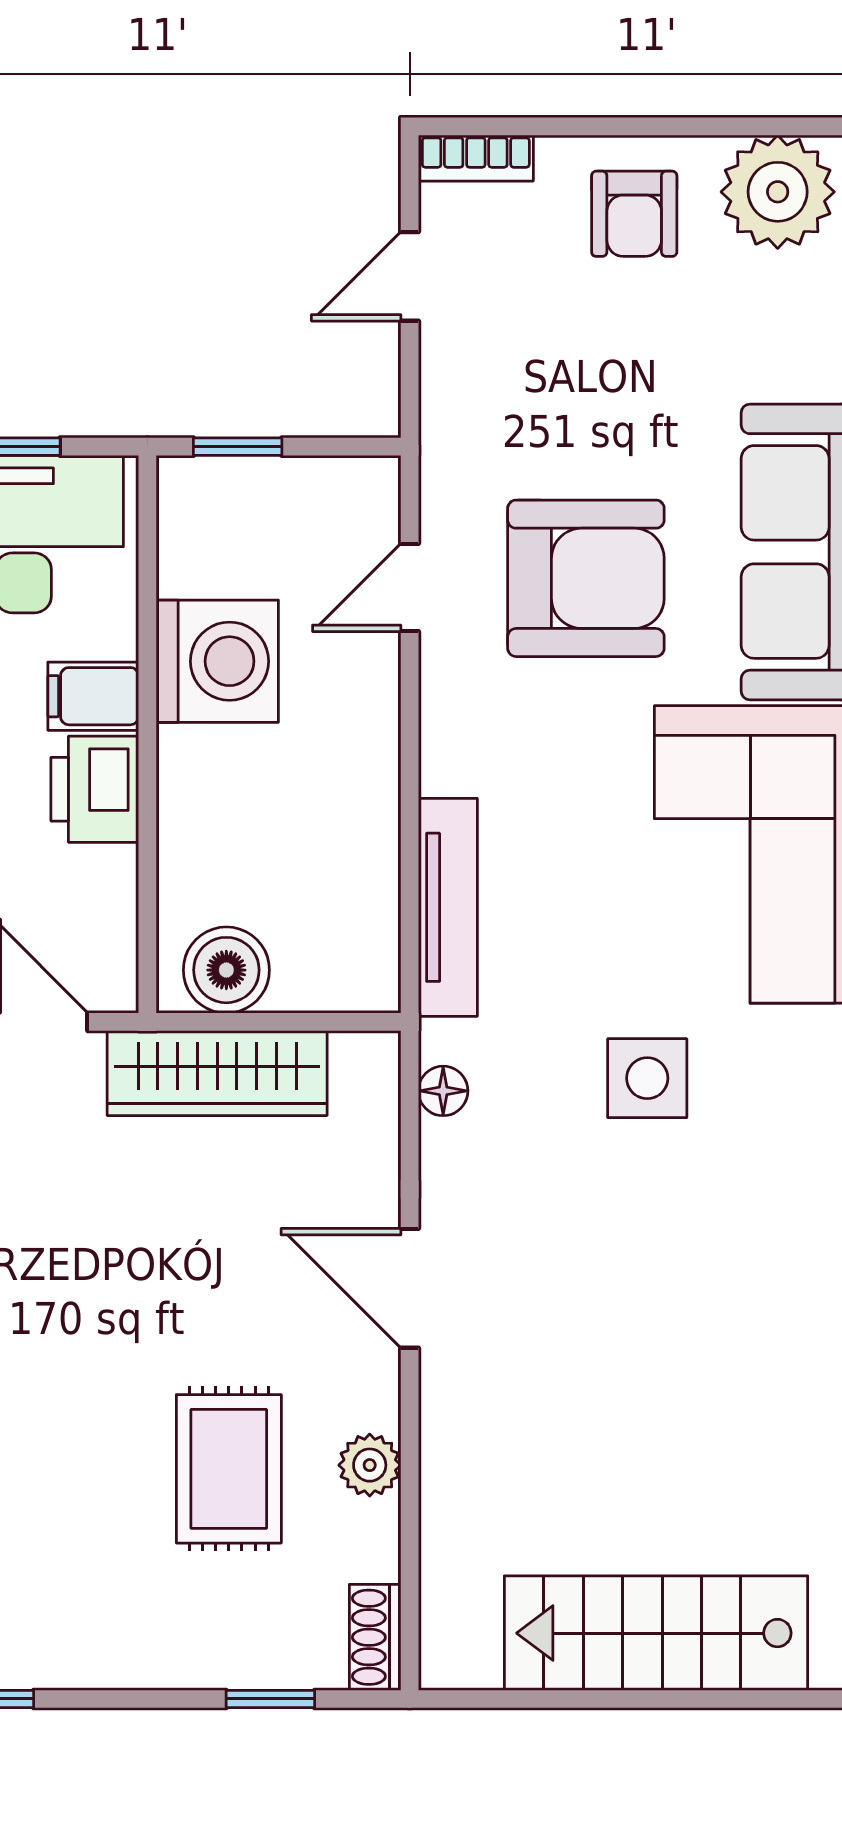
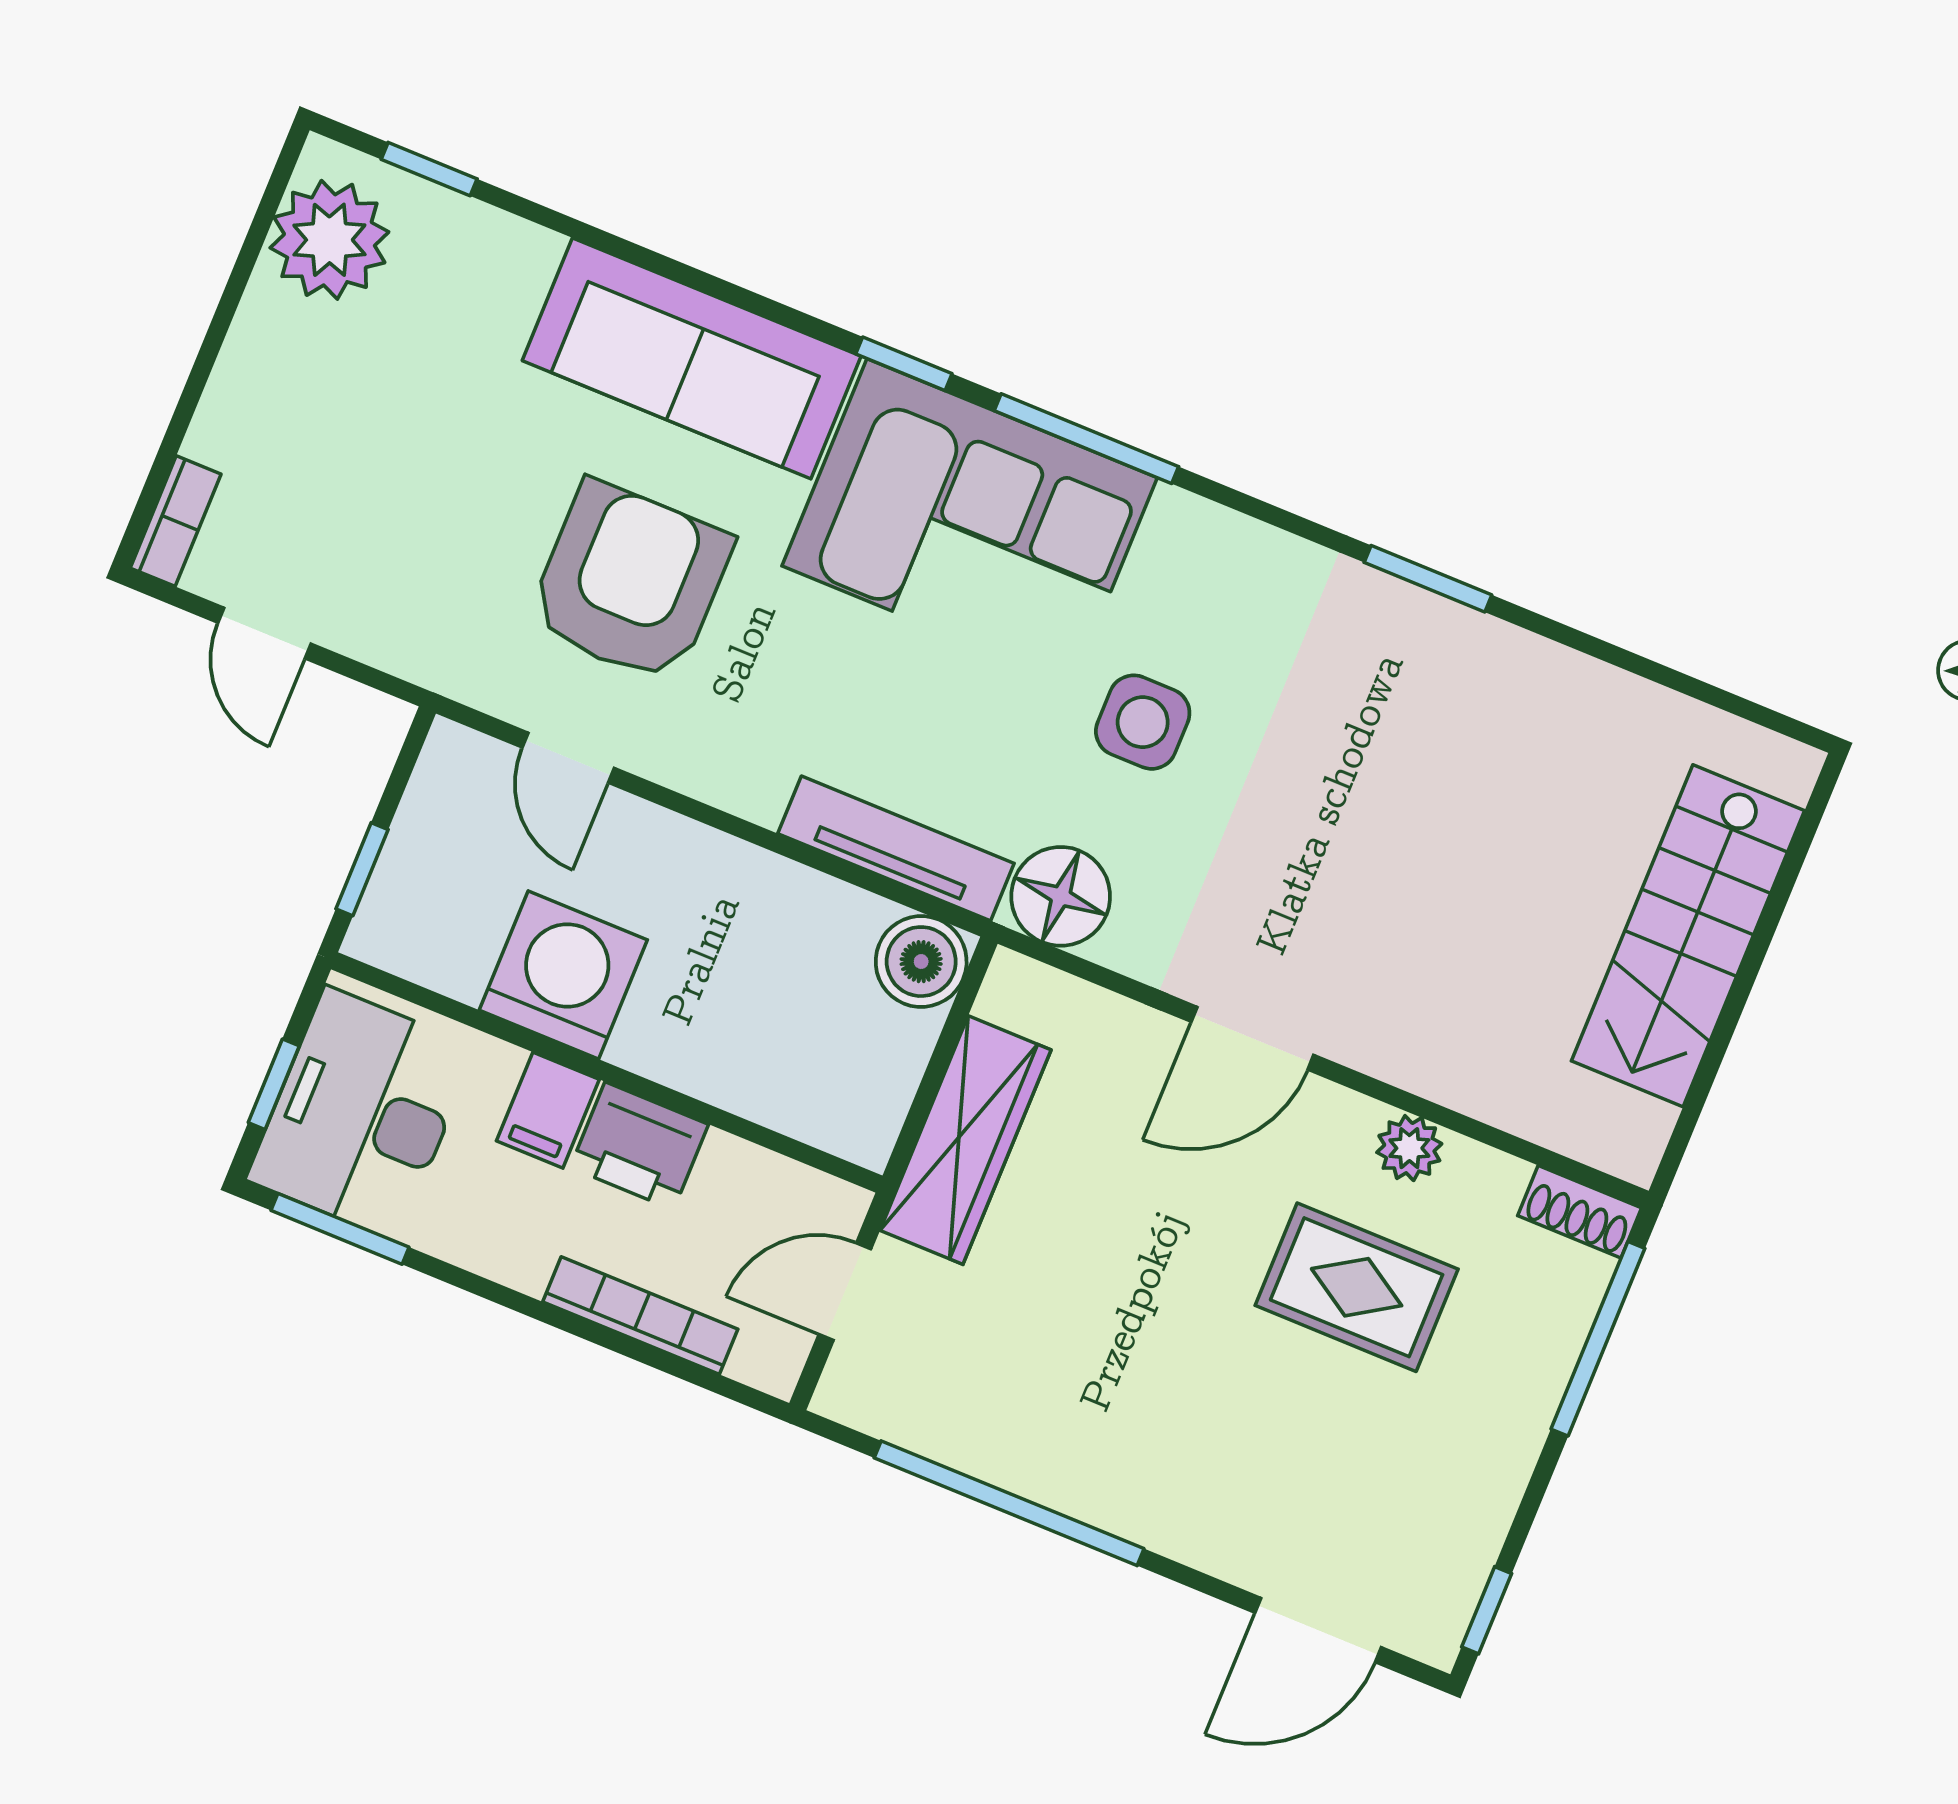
armchair: (634, 214) -> (293, 389), removed
boiler: (226, 970) -> (921, 962), moved
floor lamp: (443, 1091) -> (1061, 896), width x1.89, depth x1.89
window: (270, 1699) -> (1598, 1339), width x2.17

